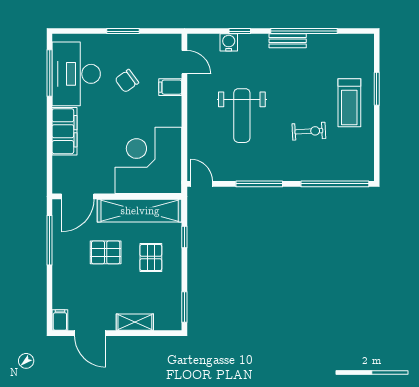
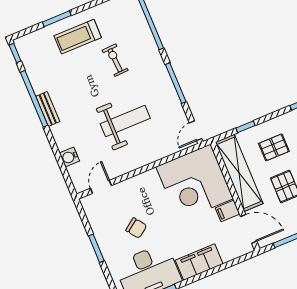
window: (240, 31) -> (15, 53), moved
filing cabinet: (170, 87) -> (228, 211), moved, turned 90
treadmill: (349, 103) -> (78, 37), turned 180

